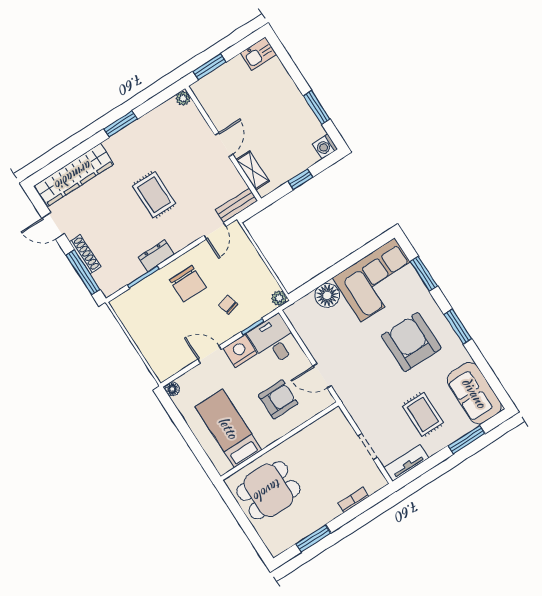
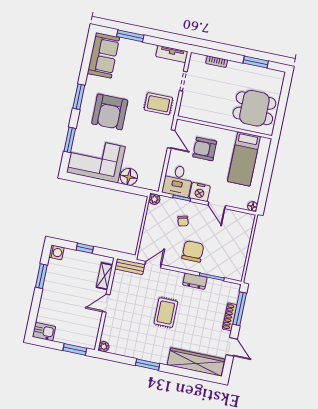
rug: (423, 414) -> (158, 104), moved, turned 90

